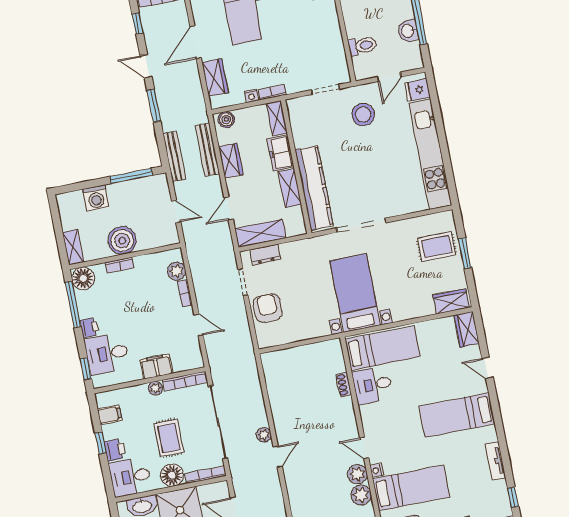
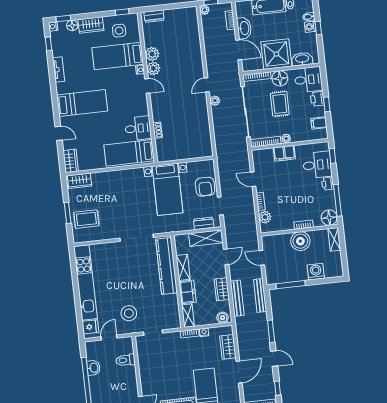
bed with nightstands: (355, 293) -> (168, 189), moved

